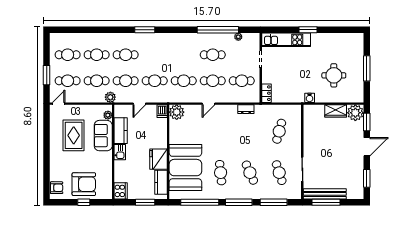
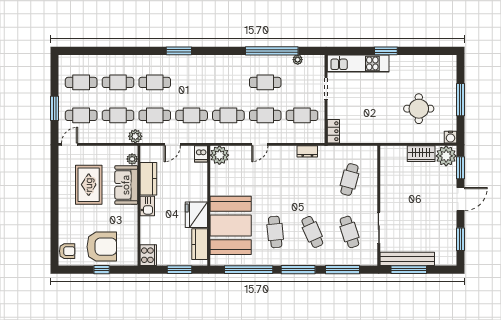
water cooler: (310, 98) -> (450, 137), moved

